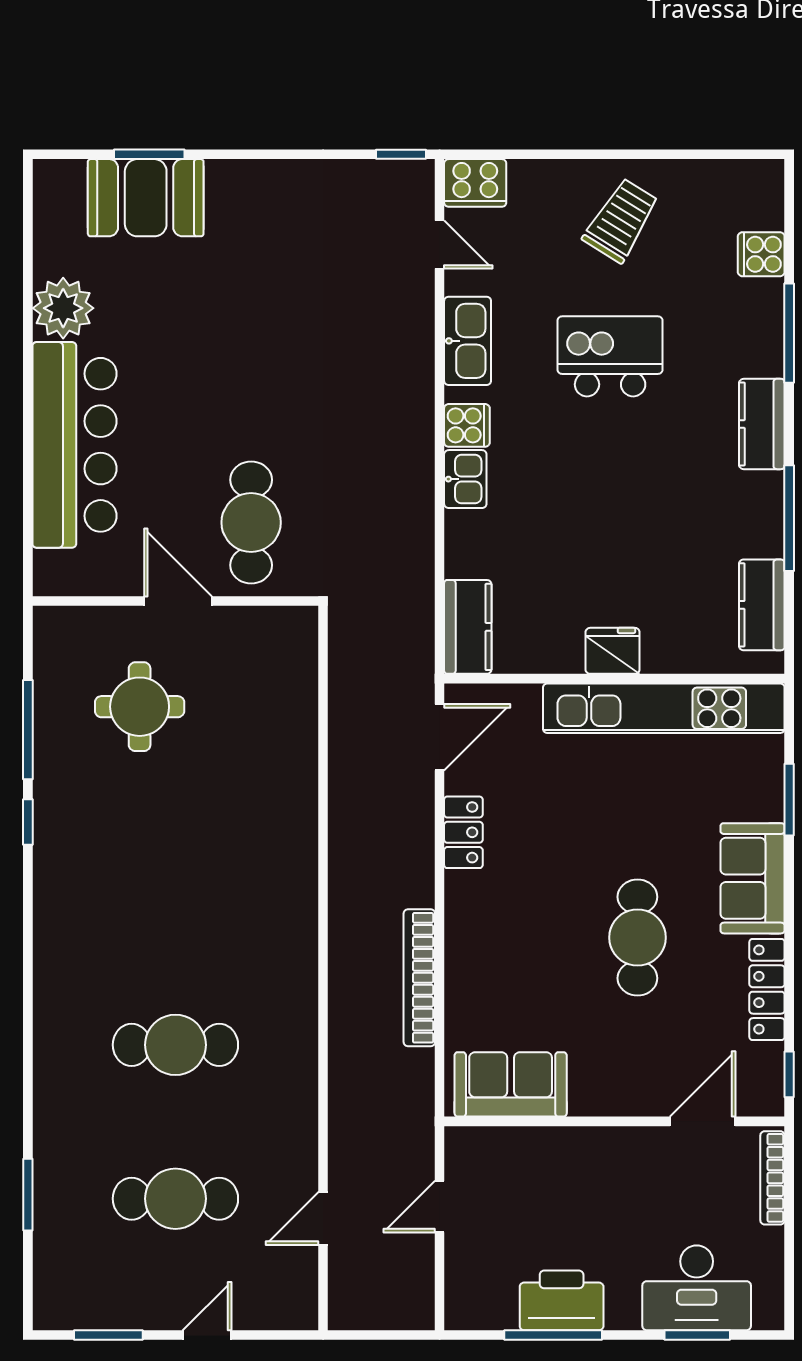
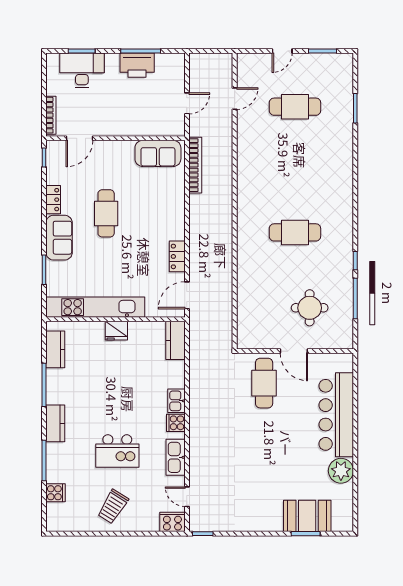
bookcase: (419, 978) -> (195, 165), moved
locker: (767, 989) -> (53, 200), width x0.66
cafe table: (175, 1045) -> (295, 232), moved

